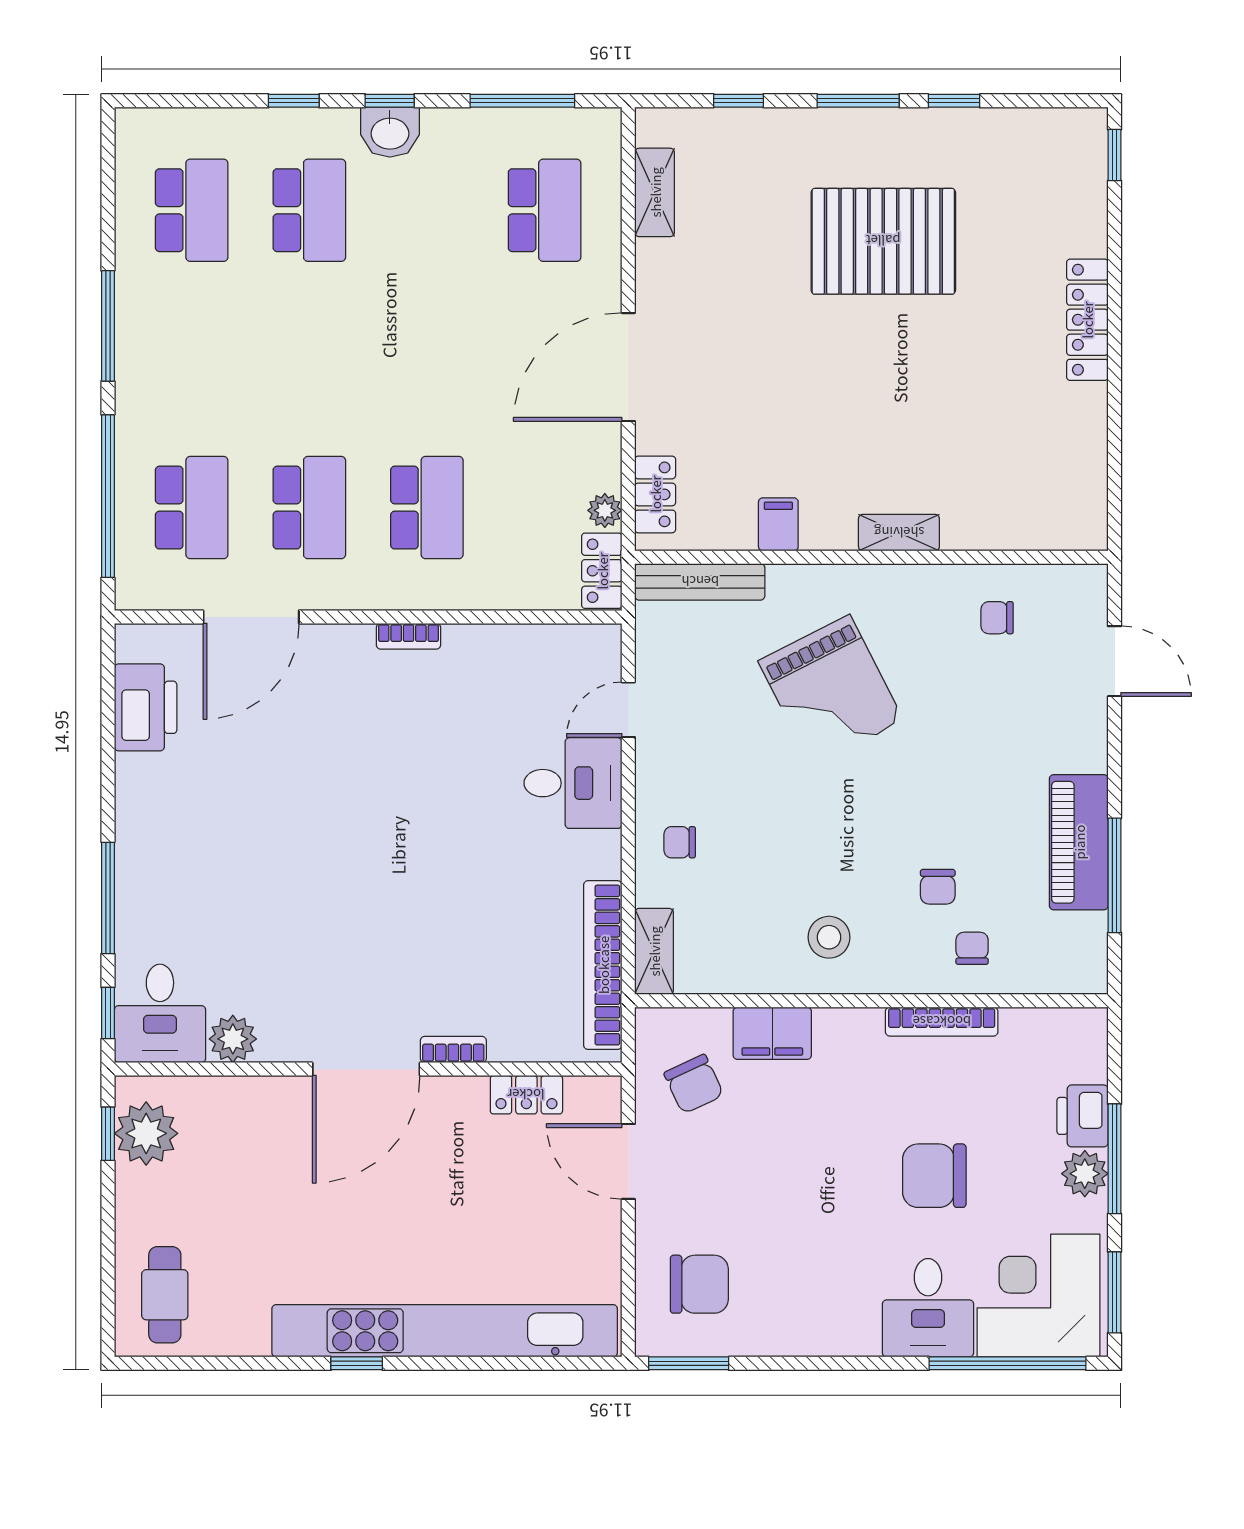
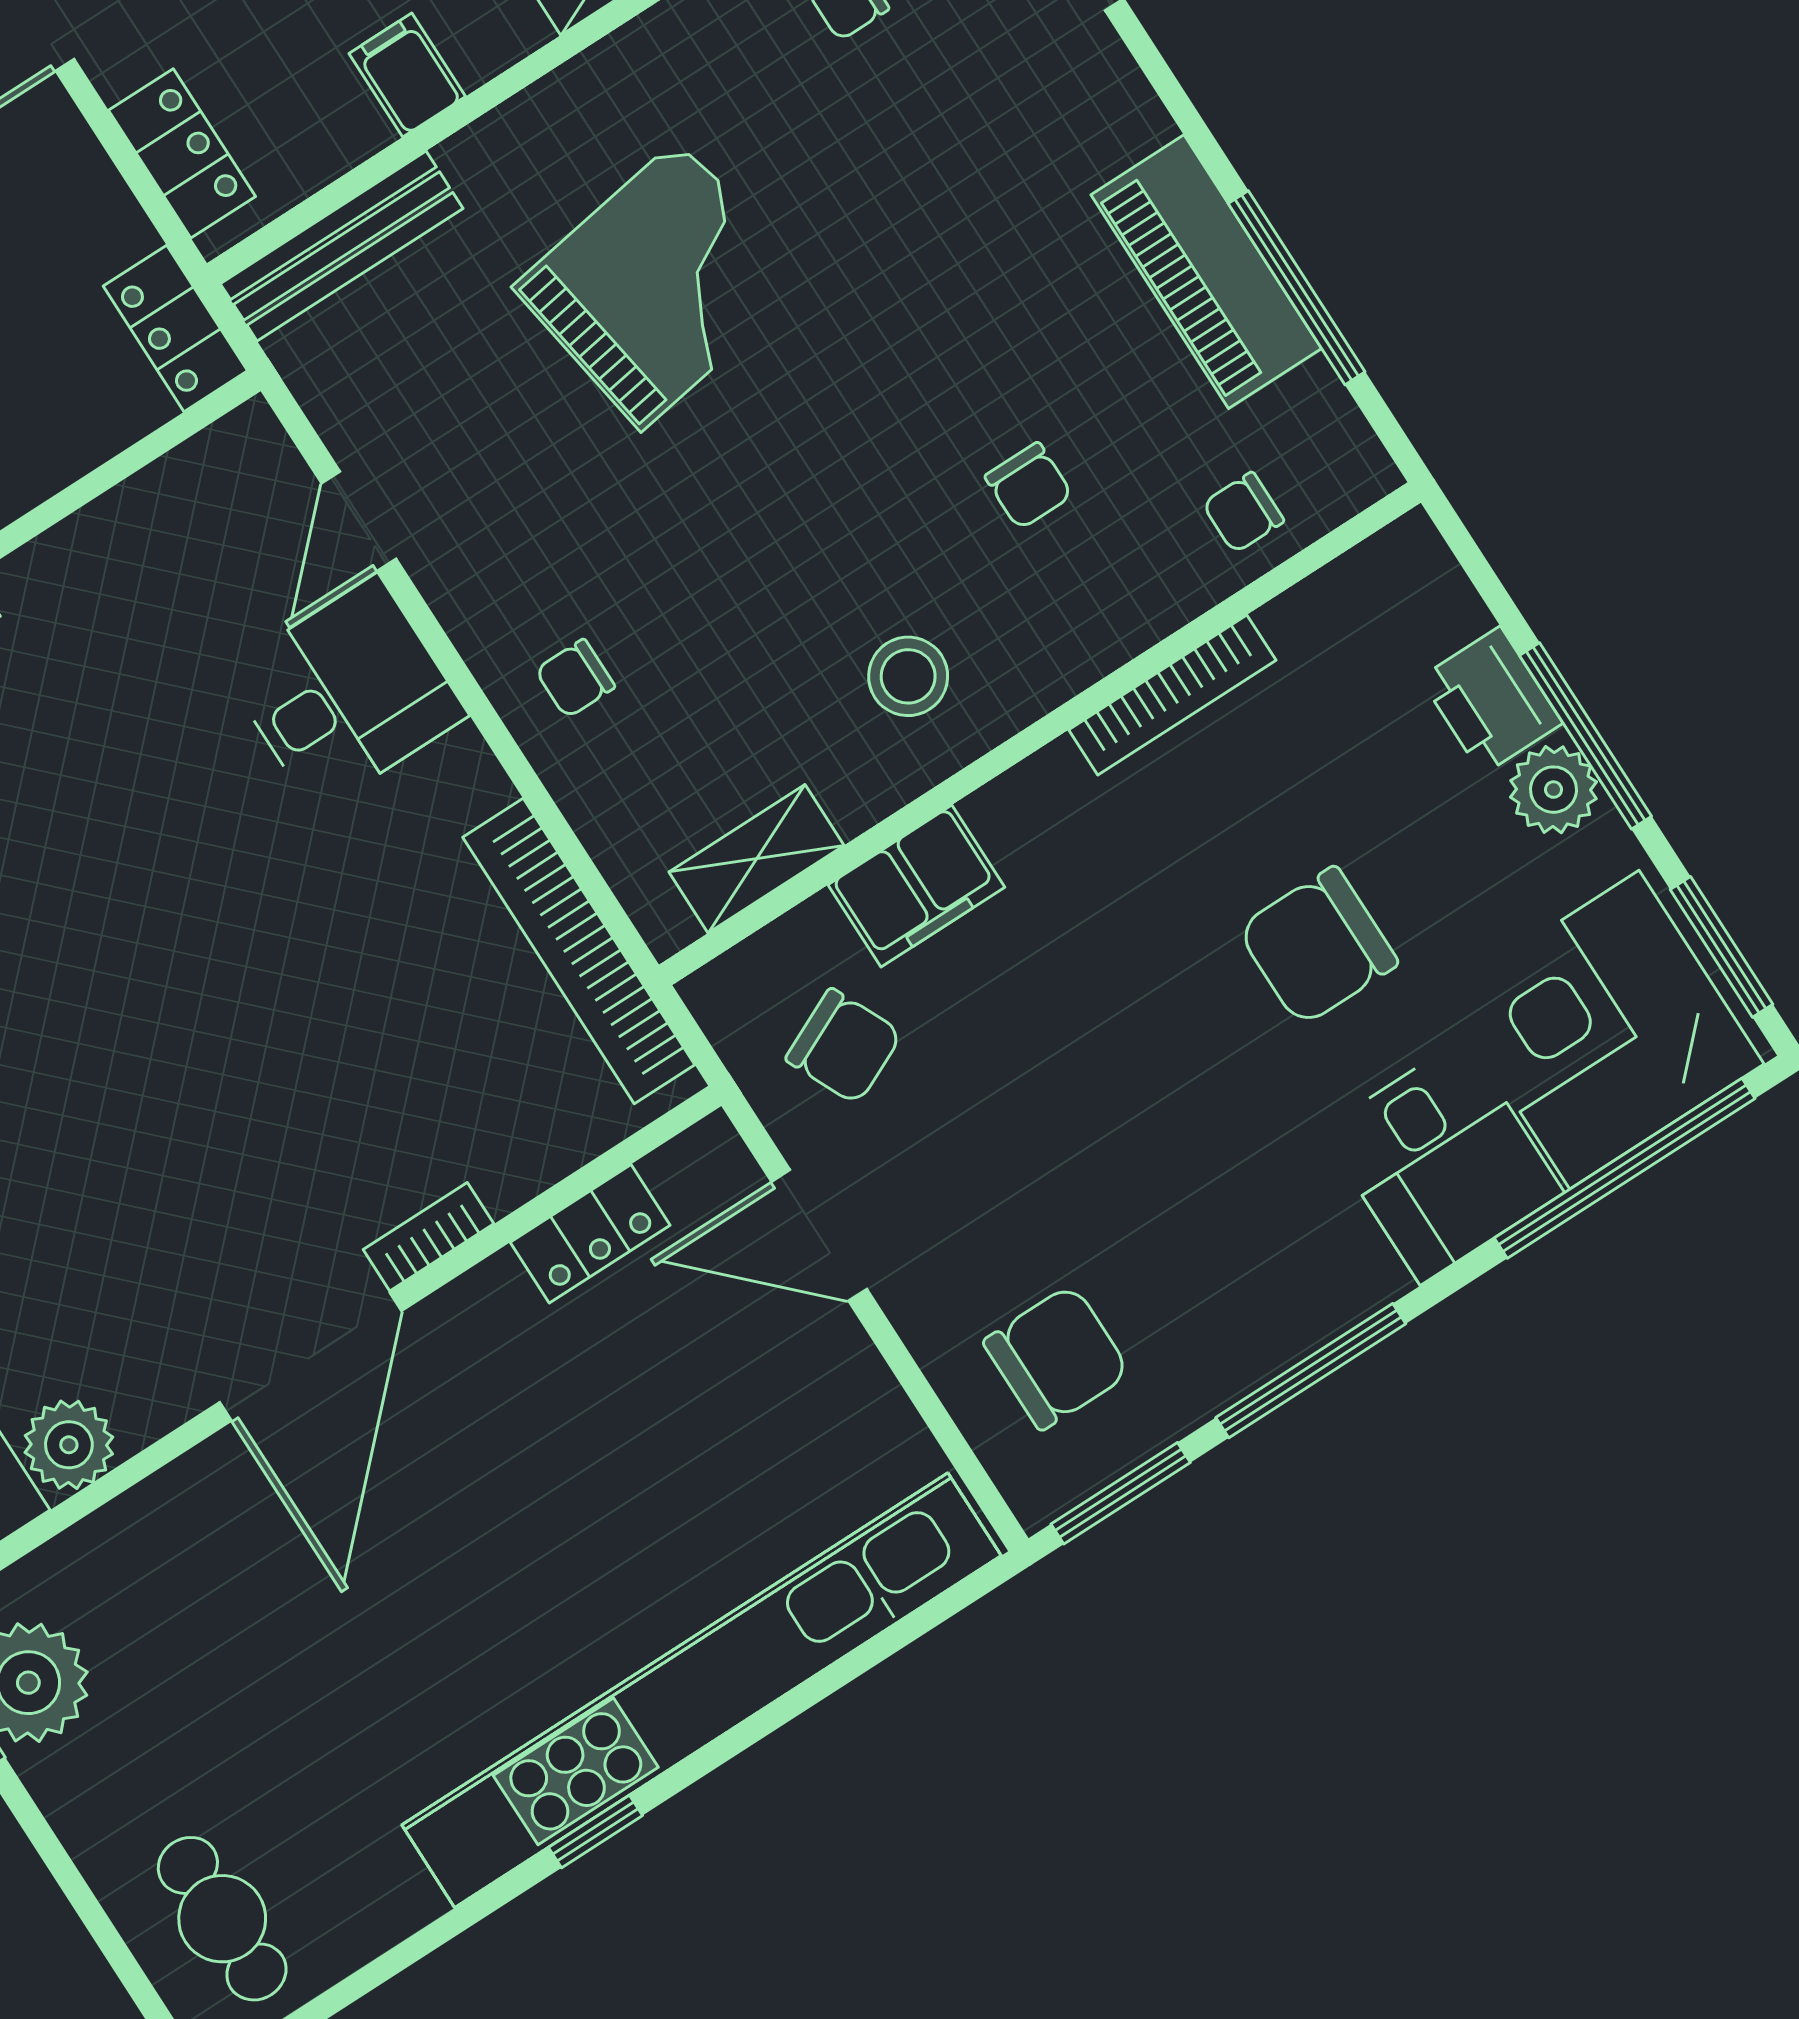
plant: (605, 510) -> (119, 230), removed
grand piano: (831, 691) -> (660, 285), turned -72
chair: (972, 948) -> (1243, 512), moved, turned -90
shelving: (654, 951) -> (757, 859), moved, turned 90
window: (809, 1363) -> (1311, 1371), added

